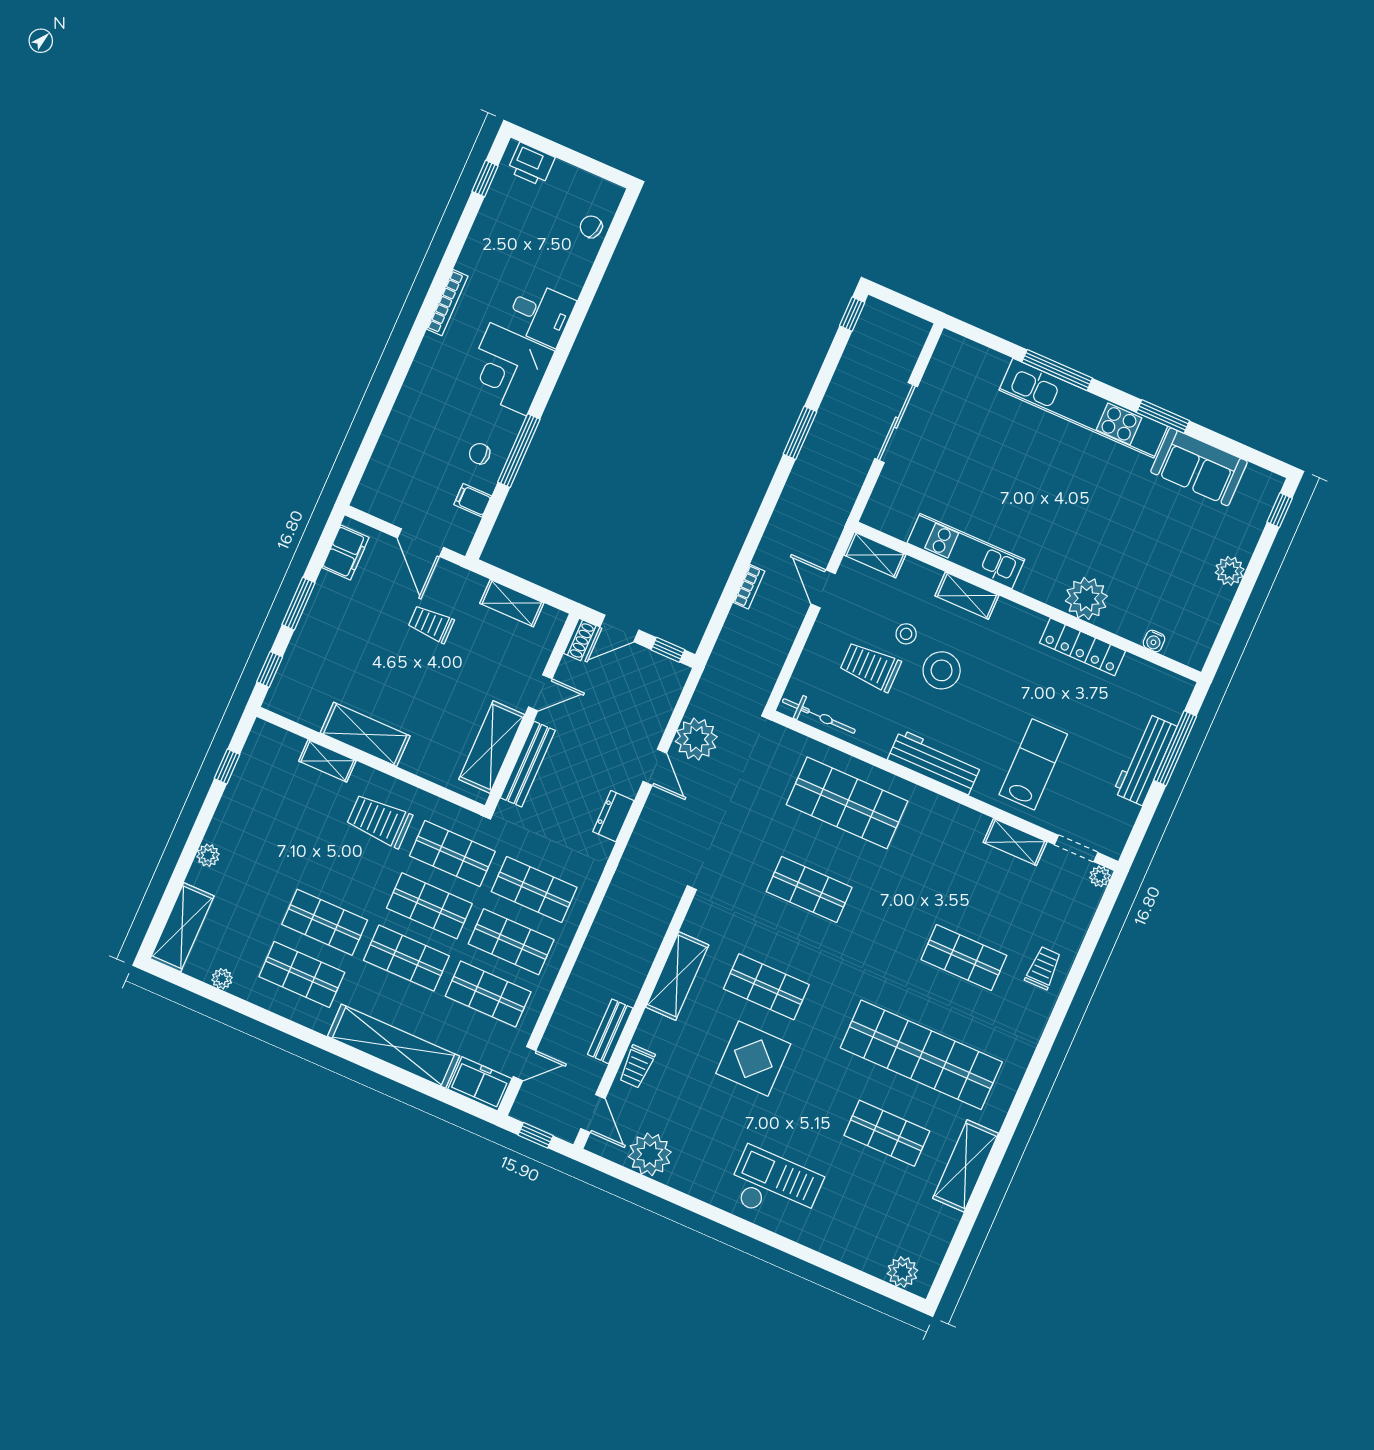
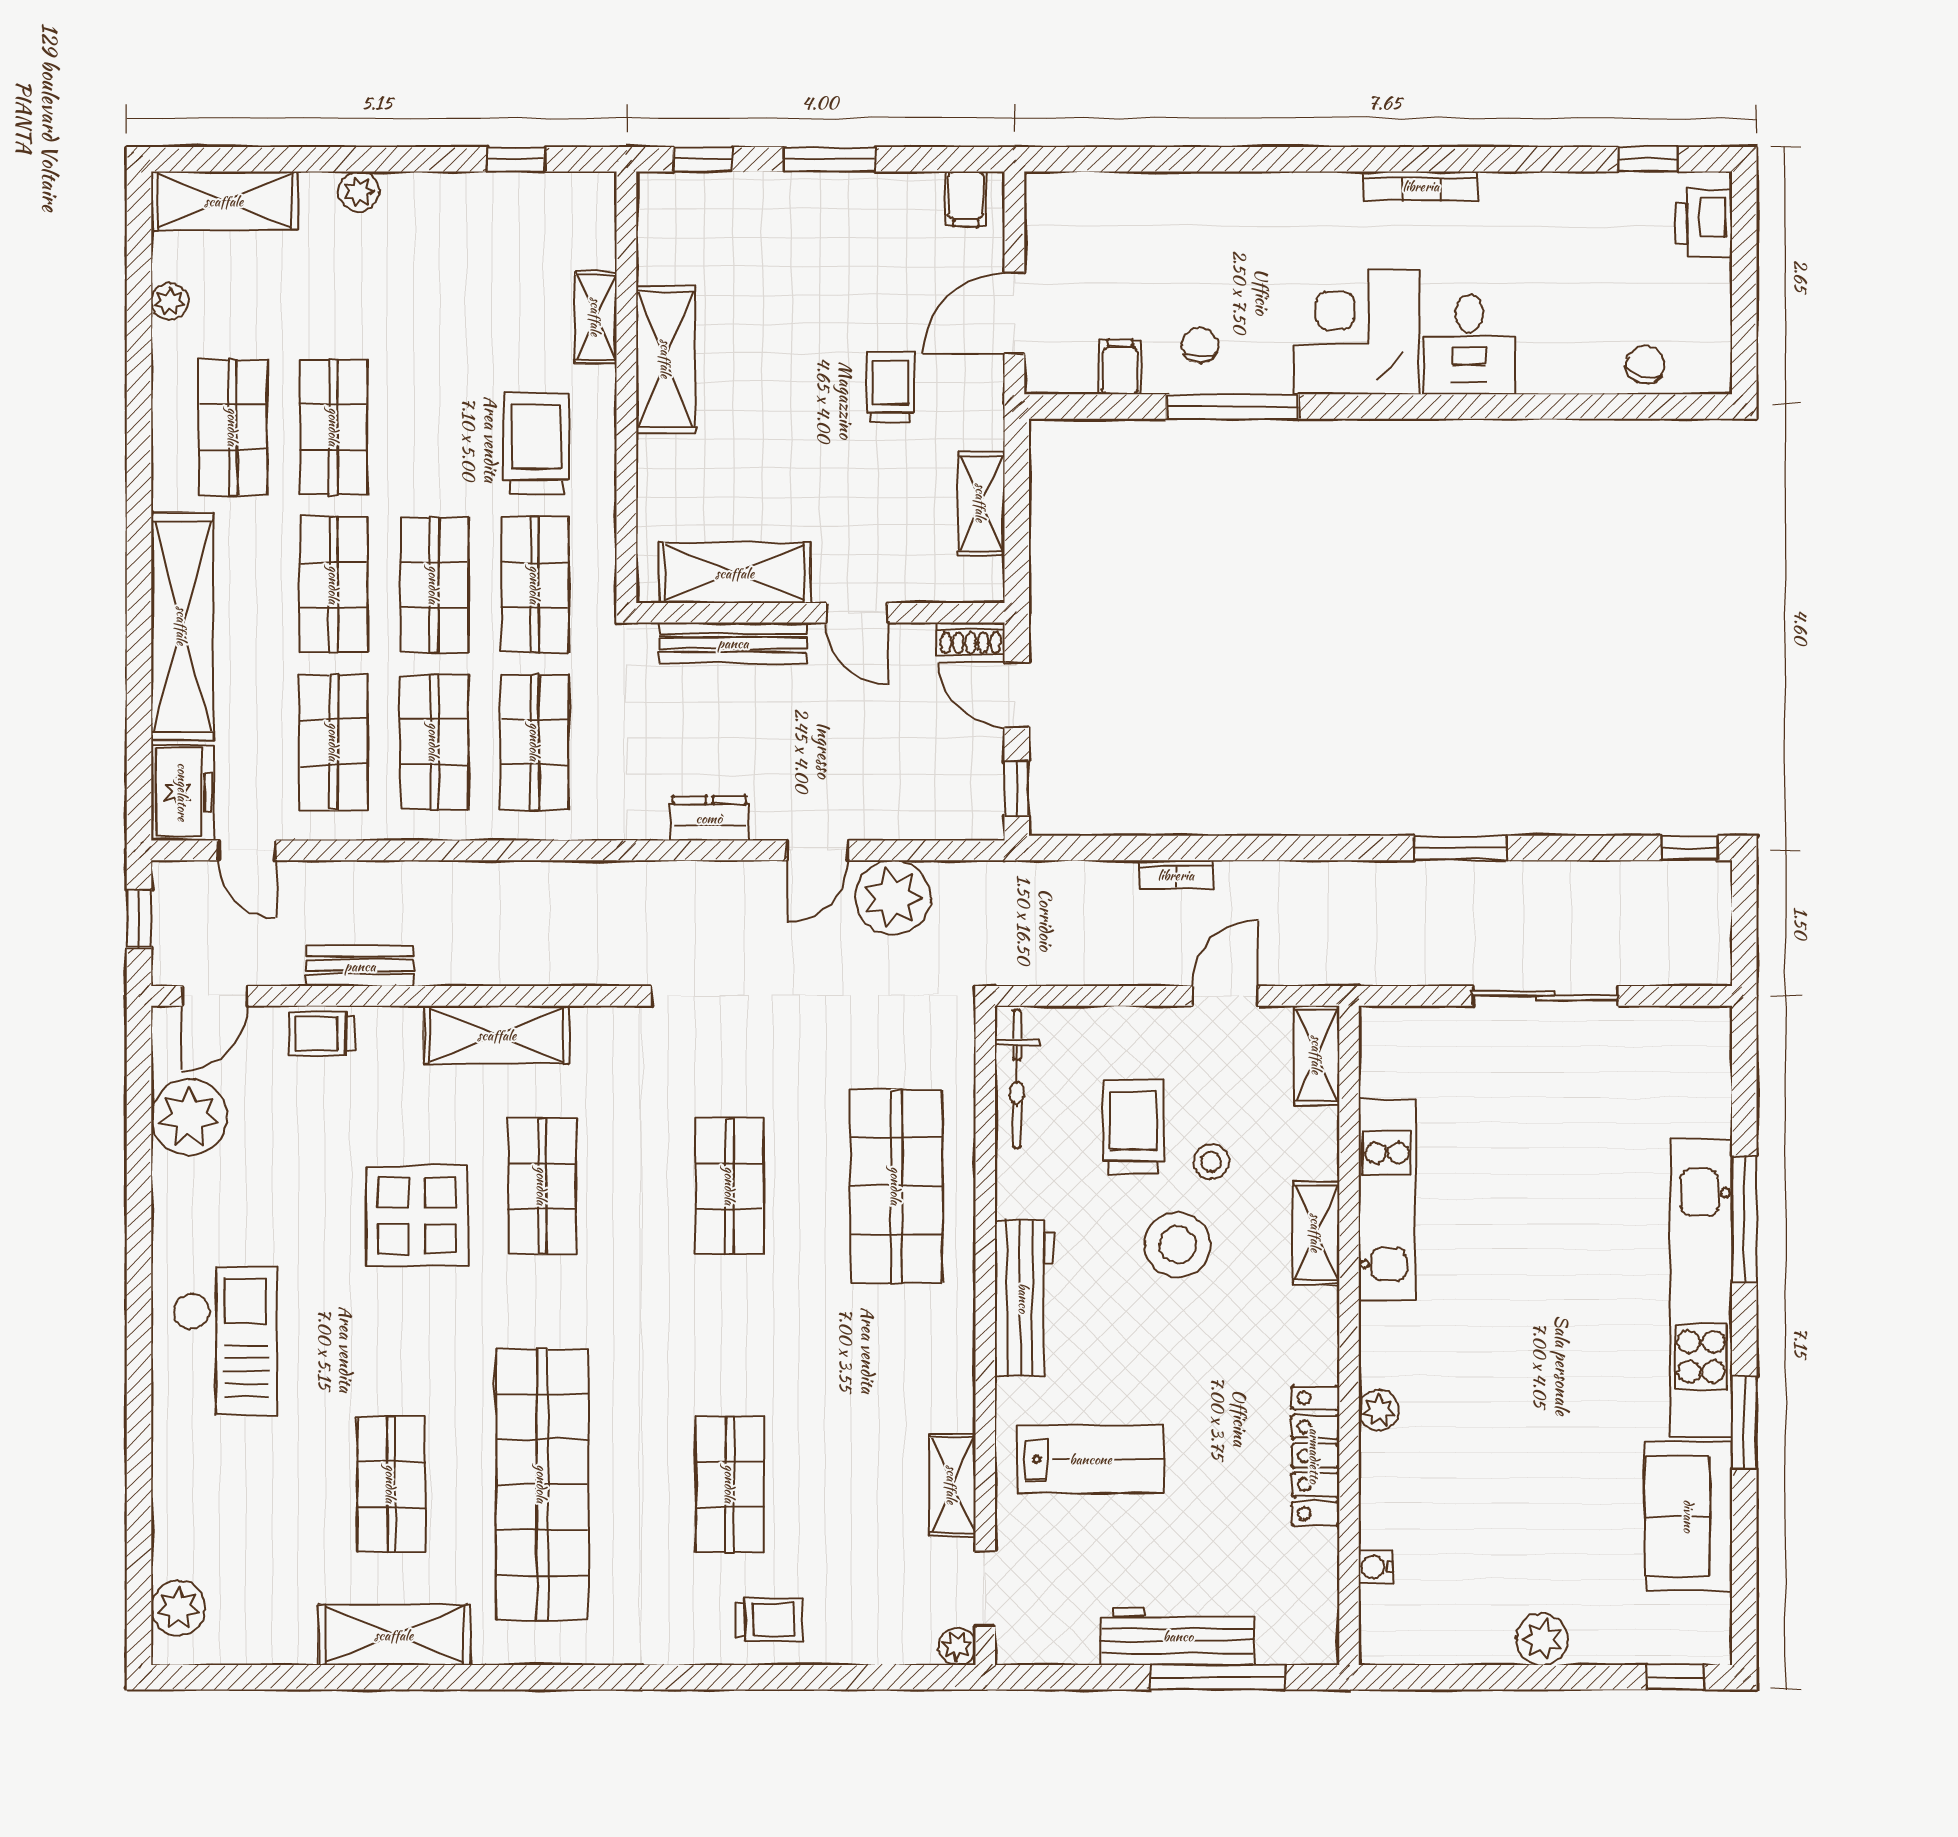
filing cabinet: (345, 553) -> (966, 199), width x0.50
plant: (1086, 598) -> (1379, 1410), width x0.53, depth x0.53

